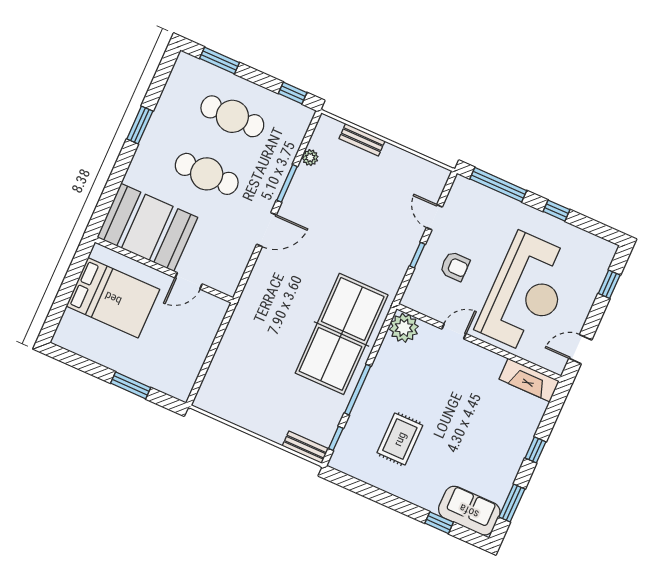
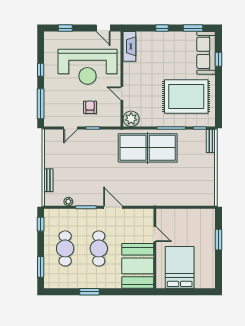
reception desk: (526, 293) -> (87, 67), turned 180
rug: (400, 439) -> (186, 97), width x1.86, depth x2.06
sofa: (469, 511) -> (206, 53), width x1.36

